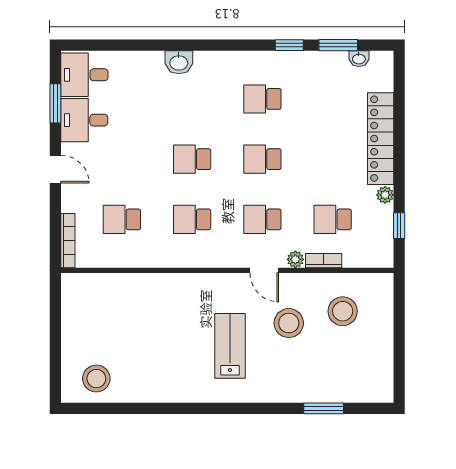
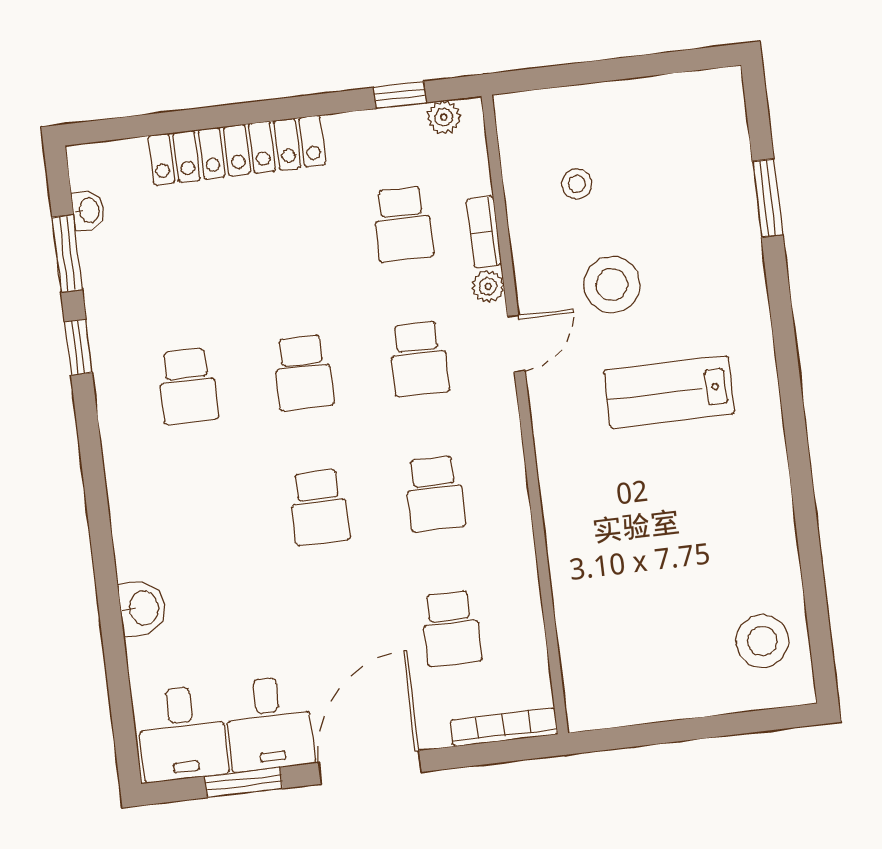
washbasin: (179, 62) -> (143, 608), moved
door: (55, 169) -> (370, 767), width x1.88
plant: (385, 195) -> (444, 117), moved
stool: (343, 311) -> (577, 184), width x0.53, depth x0.53

